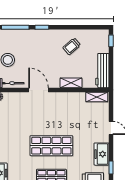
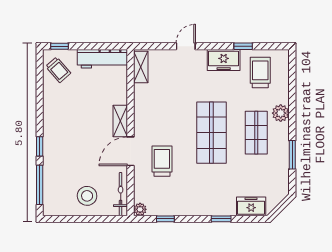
trolley: (72, 46) -> (58, 70), moved
shelving: (71, 83) -> (120, 121), moved
trolley: (32, 112) -> (162, 161), added

